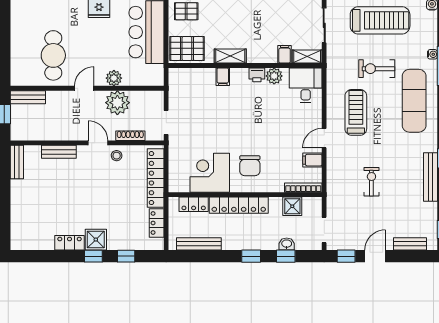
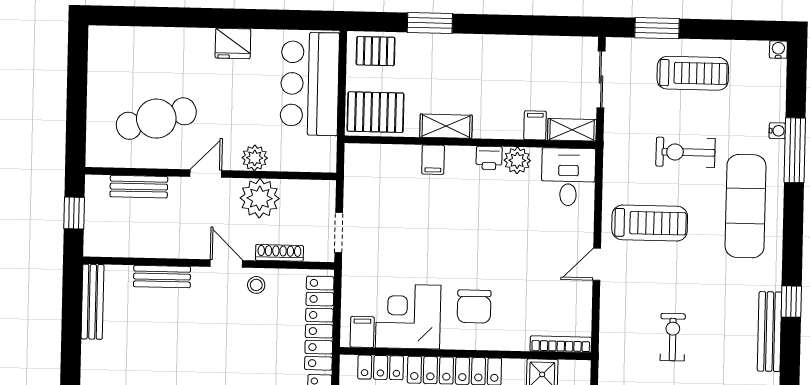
treadmill: (380, 20) -> (693, 73), width x0.73, depth x0.73
cafe table: (53, 55) -> (156, 119), turned 74
bench: (28, 97) -> (139, 187), moved
treadmill: (356, 112) -> (650, 223), turned 90
filing cabinet: (312, 160) -> (362, 332), moved, turned 90
bench: (17, 162) -> (93, 302), width x1.36

